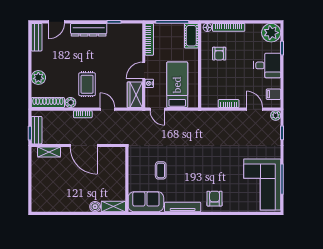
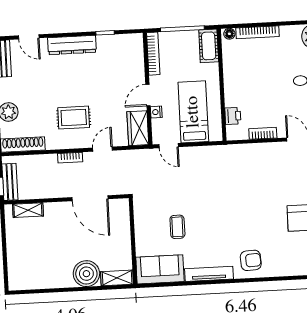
door: (57, 22) -> (29, 37), hinge flipped
armchair: (219, 54) -> (247, 68), removed
rug: (87, 84) -> (74, 118), turned 90
printer: (207, 89) -> (233, 116), added
plant: (70, 102) -> (53, 143), removed
door: (108, 109) -> (103, 149), hinge flipped
door: (84, 145) -> (90, 198), moved
armchair: (215, 199) -> (251, 260), turned 87
boiler: (95, 207) -> (86, 274), width x1.86, depth x1.86

